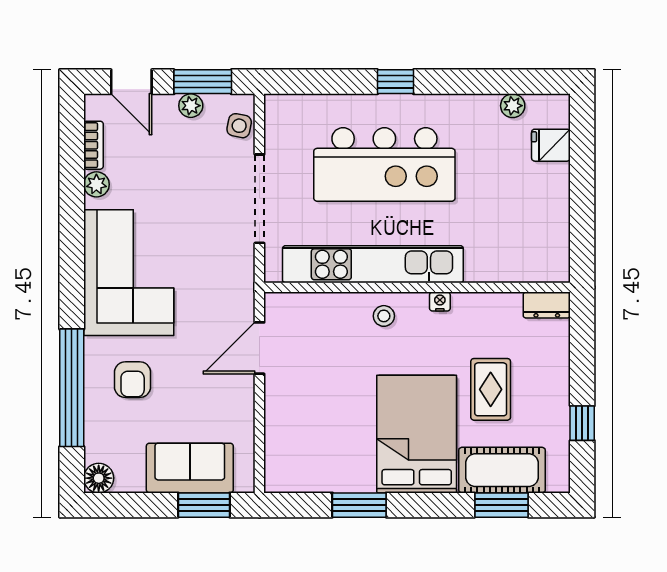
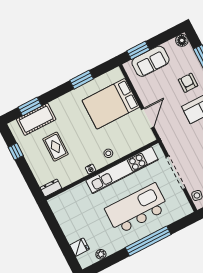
window: (396, 82) -> (148, 241), width x3.17
bed: (417, 434) -> (111, 104), moved, turned 90

